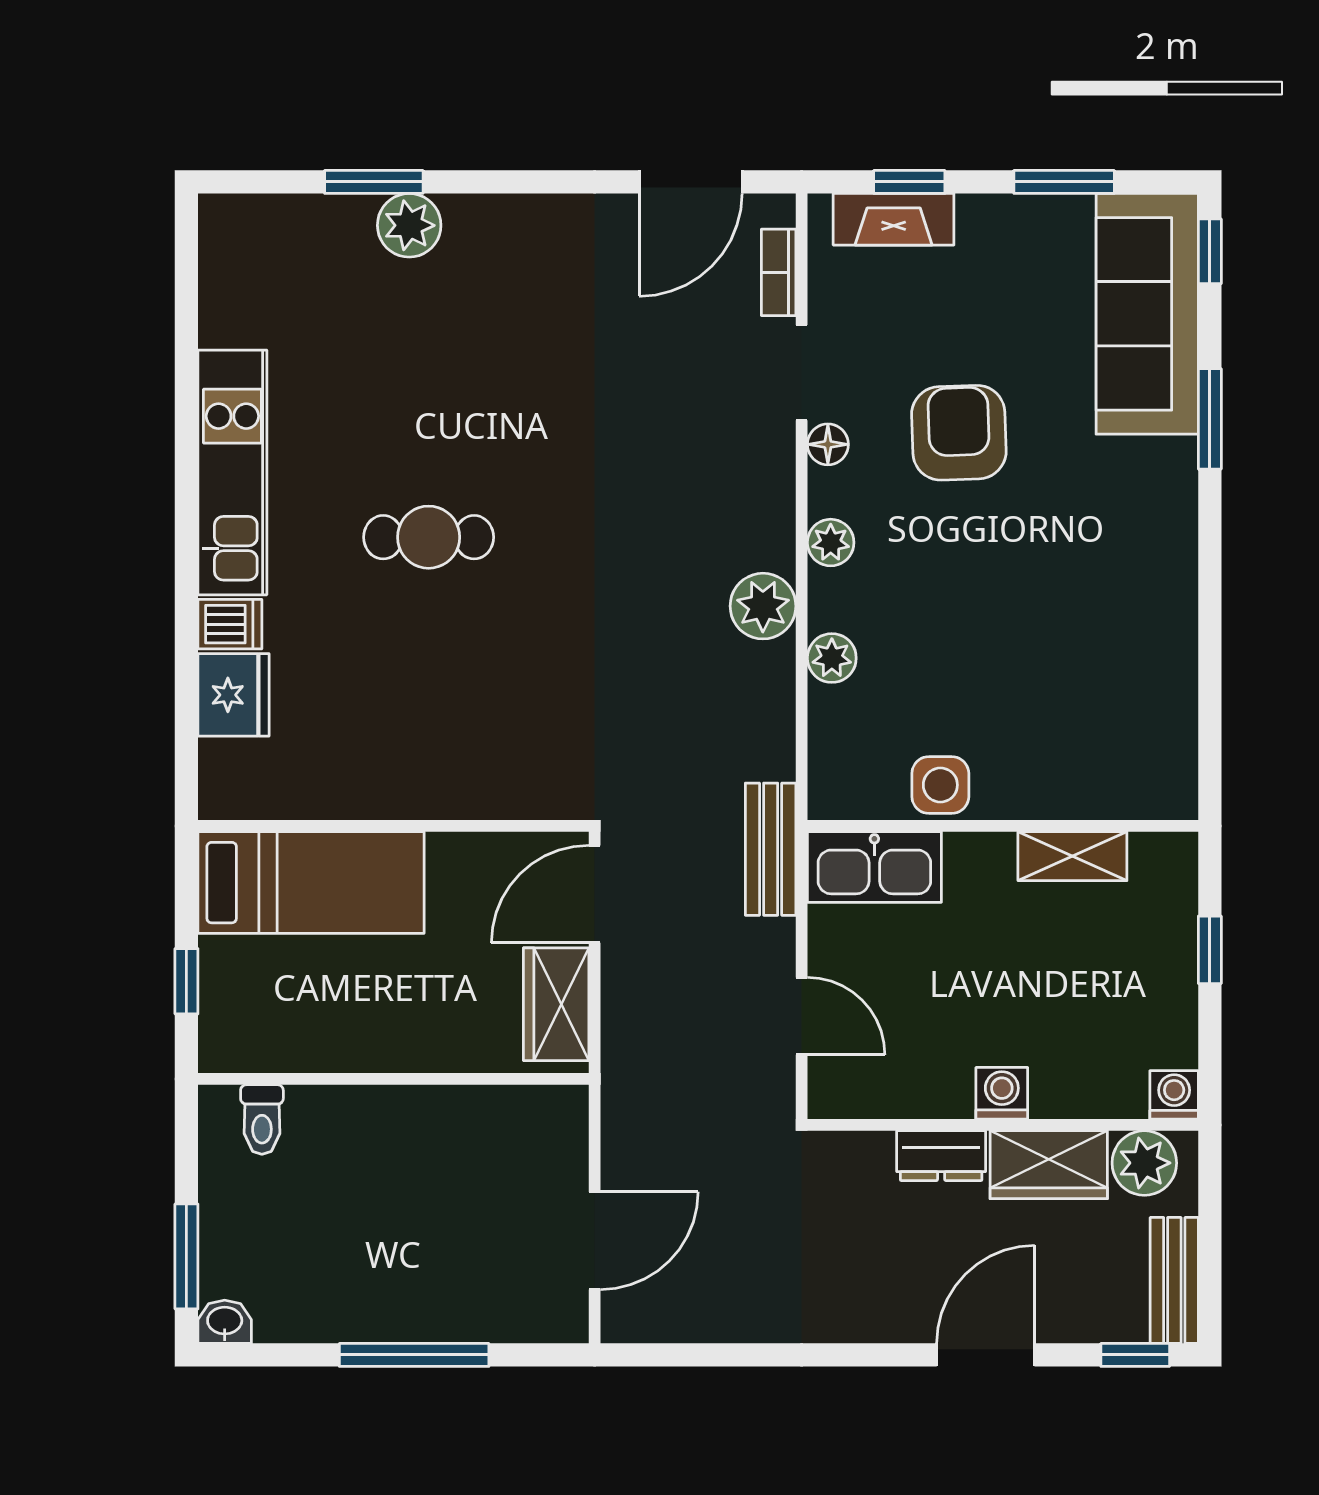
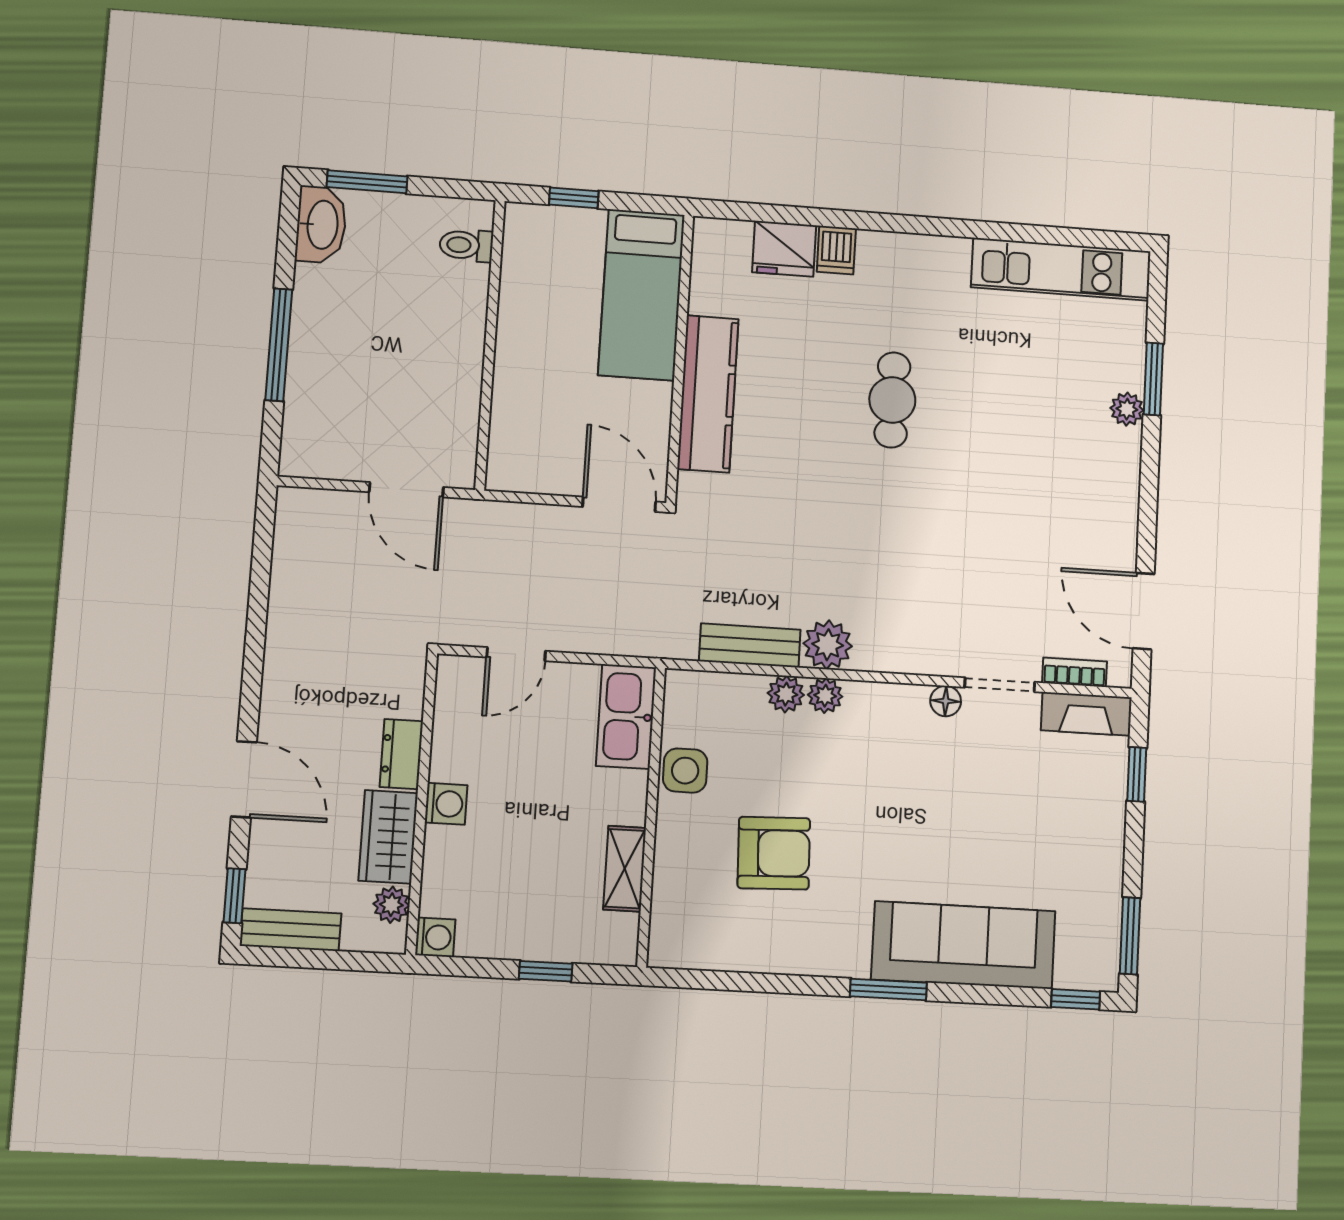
window: (1064, 182) -> (1130, 936), moved
fireplace: (894, 219) -> (1086, 714), moved, turned -90
plant: (409, 225) -> (1127, 409), width x0.73, depth x0.73
sofa: (1147, 314) -> (963, 945), moved
window: (1210, 419) -> (888, 989), moved
armchair: (959, 433) -> (774, 853), moved
kitchen unit: (232, 472) -> (1061, 269), moved
plant: (831, 543) -> (825, 696), moved
kitchen counter: (438, 785) -> (708, 394), added
bench: (771, 849) -> (750, 645), moved
wardrobe: (556, 1004) -> (538, 470), removed
plant: (1144, 1163) -> (391, 905), width x0.73, depth x0.73
door: (595, 1241) -> (406, 490), moved
washbasin: (225, 1322) -> (321, 225), width x1.91, depth x1.45

